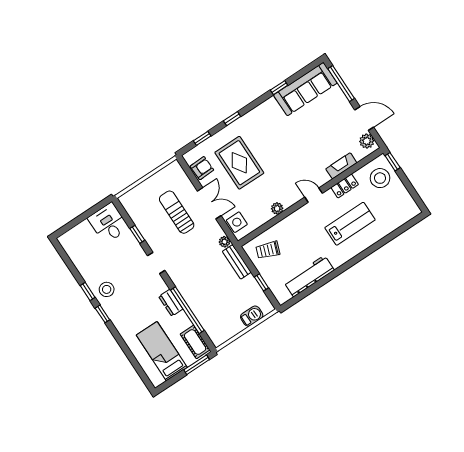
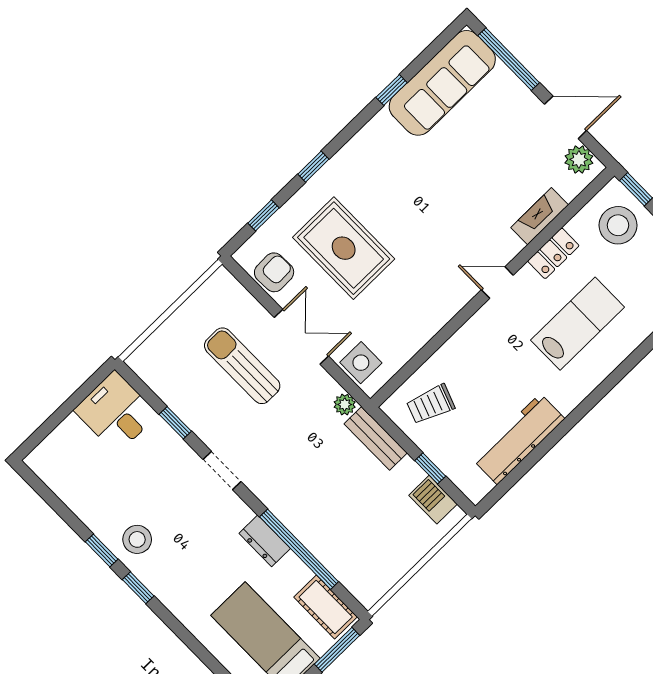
plant: (277, 208) -> (433, 322), removed
barbecue: (252, 316) -> (433, 500), moved, turned -90

